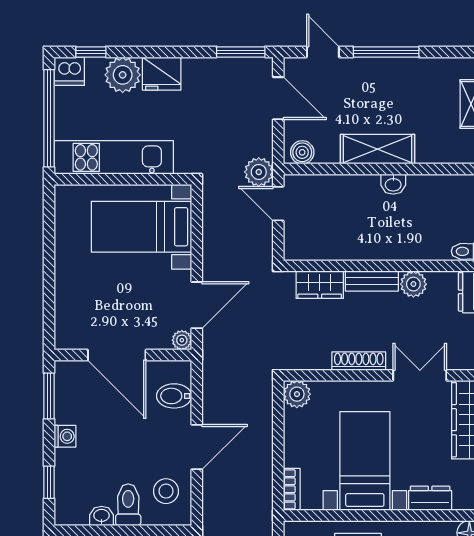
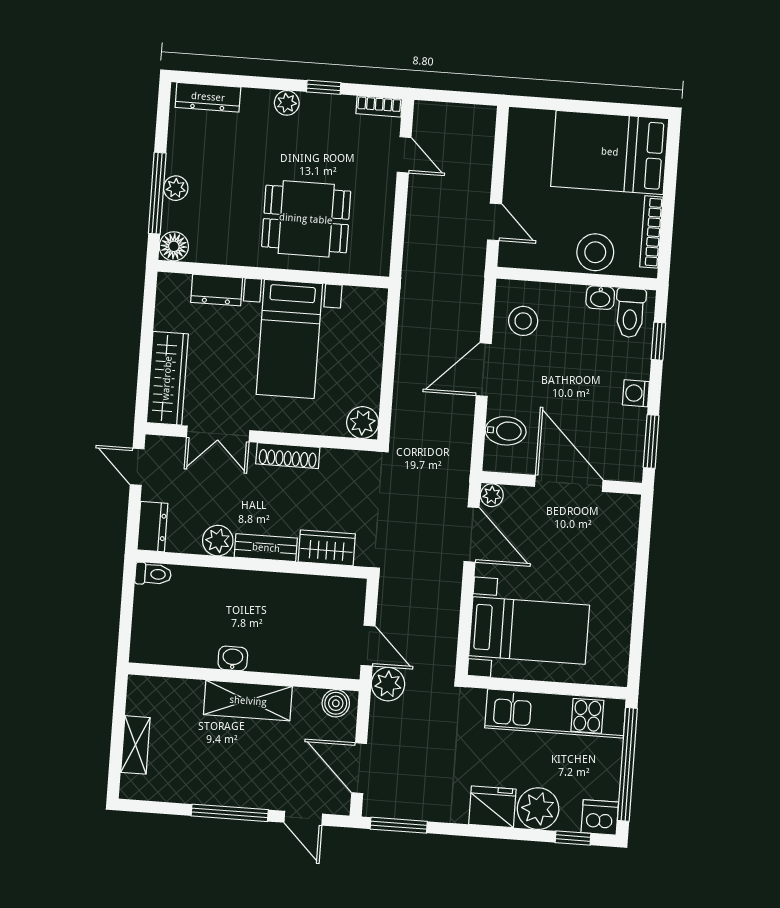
door: (197, 305) -> (472, 535), swing flipped
bookcase: (292, 489) -> (377, 312), removed
toilet: (128, 505) -> (630, 313), moved

